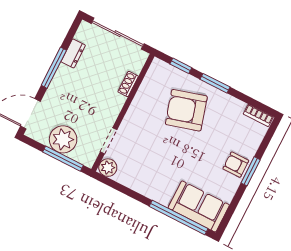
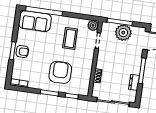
armchair: (186, 110) -> (60, 72), turned -74
coffee table: (152, 159) -> (70, 38), added

